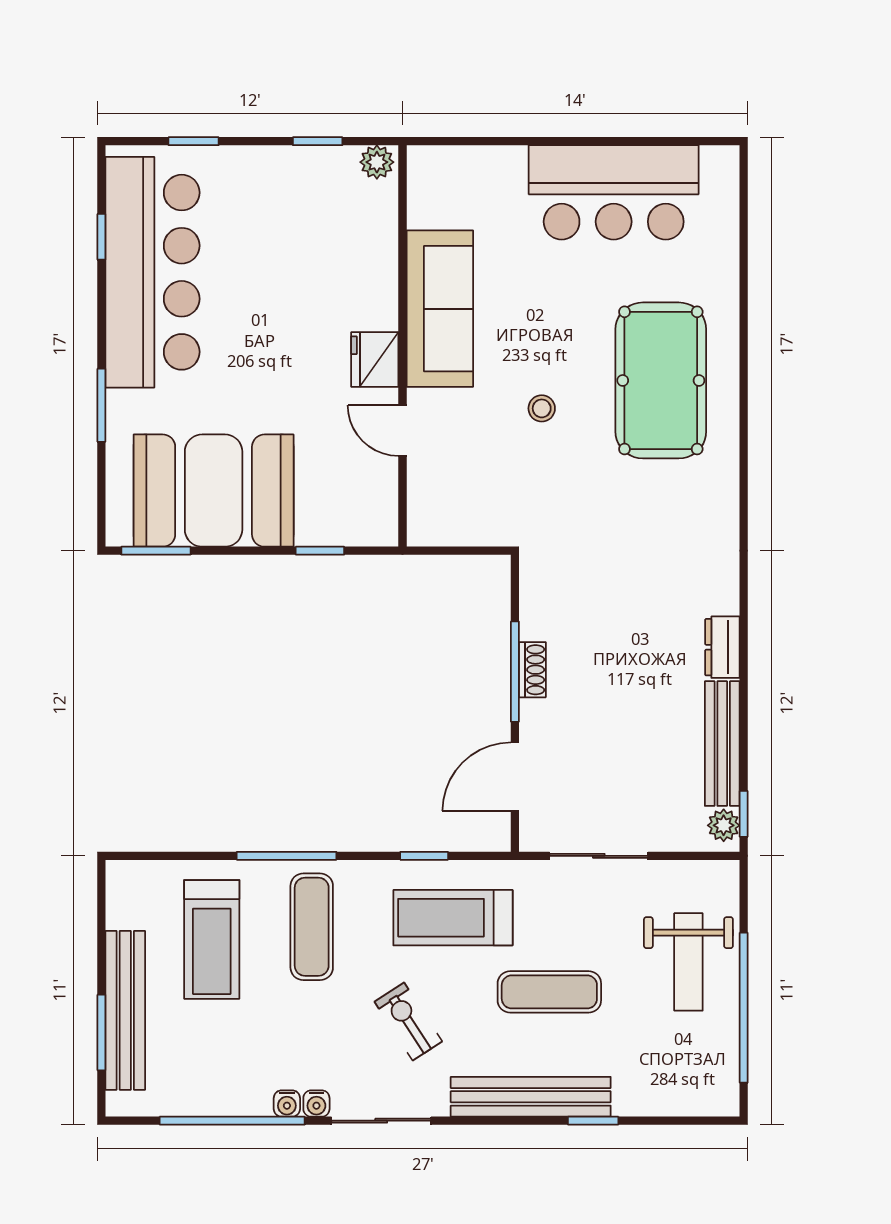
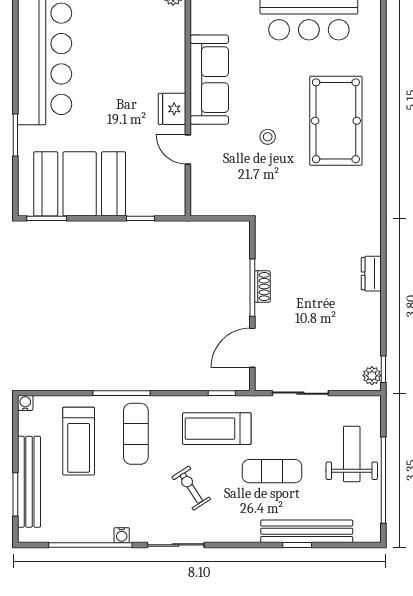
window: (101, 237) -> (15, 38), removed
bench: (722, 744) -> (371, 329), removed
window: (424, 856) -> (222, 393), moved
weight bench: (688, 962) -> (352, 454), turned 180
bench: (531, 1097) -> (307, 531), moved
water cooler: (316, 1104) -> (25, 403), moved, turned 180

